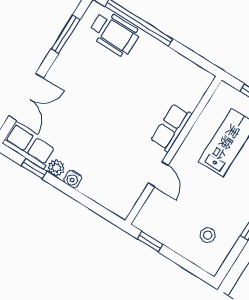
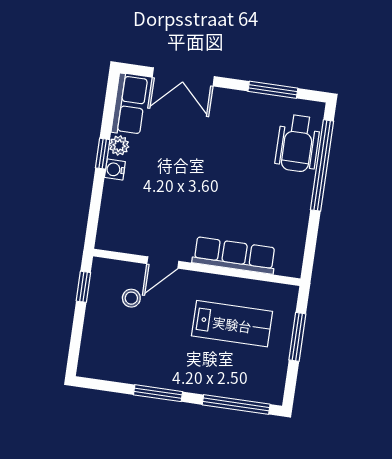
row of seats: (171, 128) -> (234, 255), width x1.48
window: (34, 169) -> (103, 154), moved
stool: (208, 235) -> (131, 298), moved

